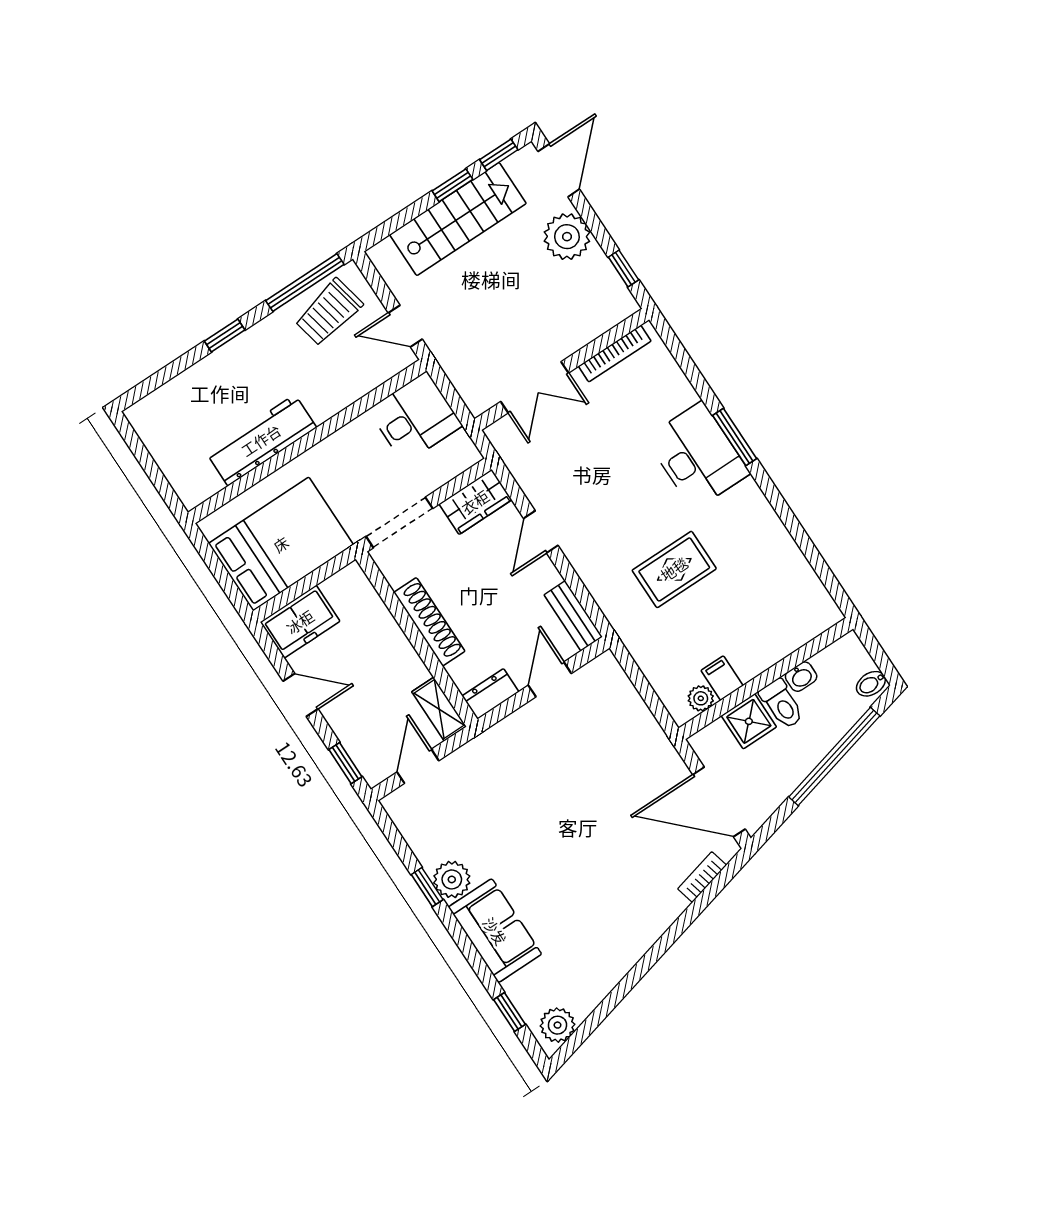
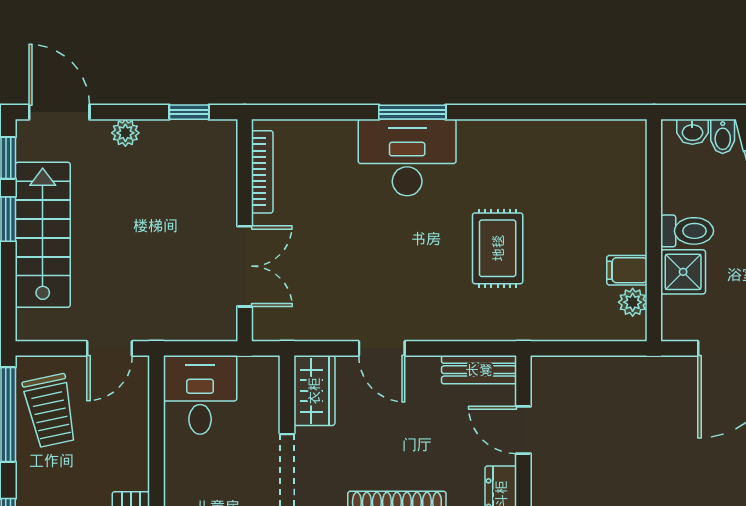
plant: (567, 237) -> (125, 133), width x0.53, depth x0.53
washbasin: (801, 677) -> (692, 132), moved, turned 90

